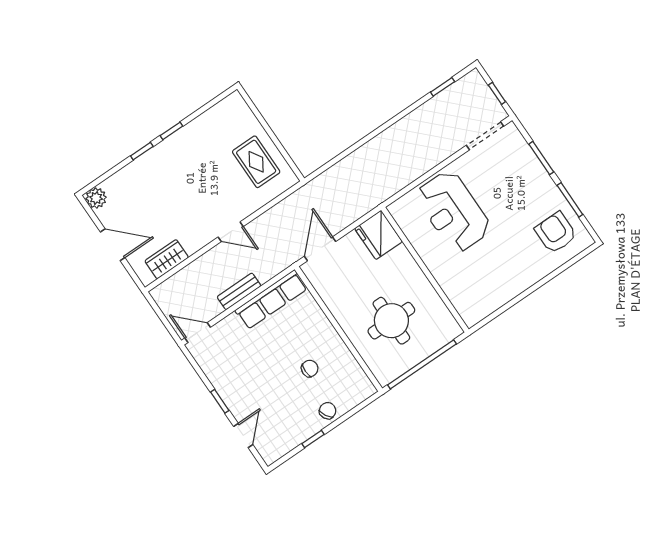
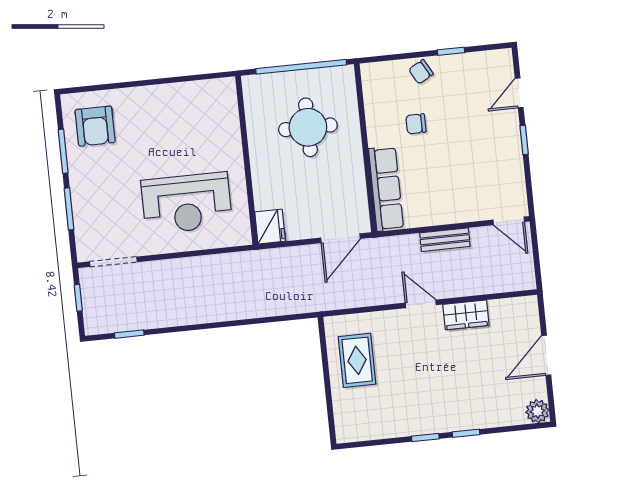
reception desk: (453, 212) -> (187, 203), turned 90
fridge: (378, 235) -> (270, 227), width x0.73, depth x0.75
door: (113, 245) -> (546, 355), hinge flipped
wardrobe: (167, 259) -> (466, 315), moved
row of seats: (271, 299) -> (386, 189), moved, turned 90

